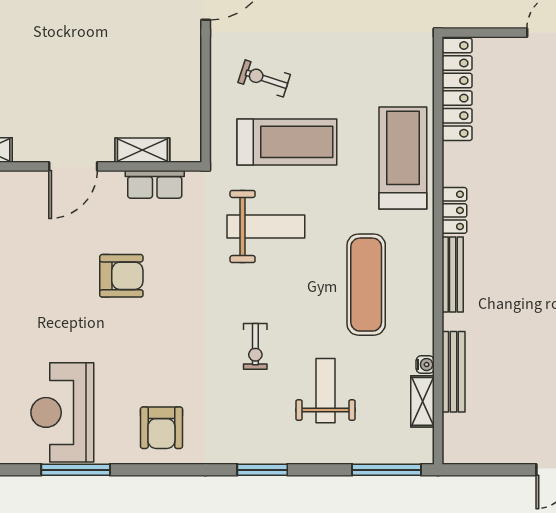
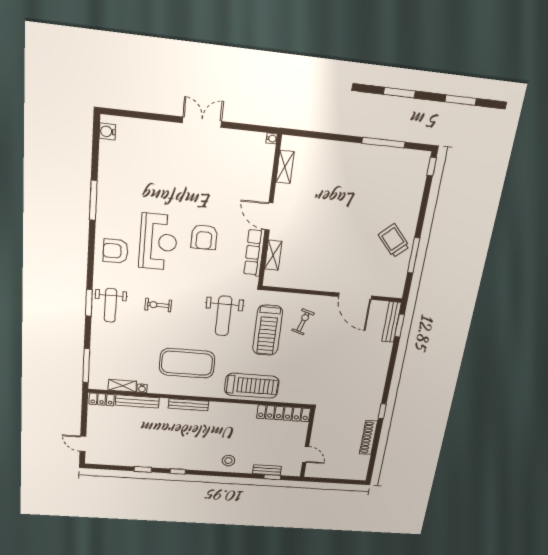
row of seats: (155, 184) -> (254, 253), width x1.48
locker: (454, 210) -> (102, 399), moved
exercise mat: (366, 285) -> (187, 363), width x1.47
weight bench: (326, 391) -> (110, 305), moved, turned 90
reception desk: (62, 412) -> (158, 242), moved, turned 90

